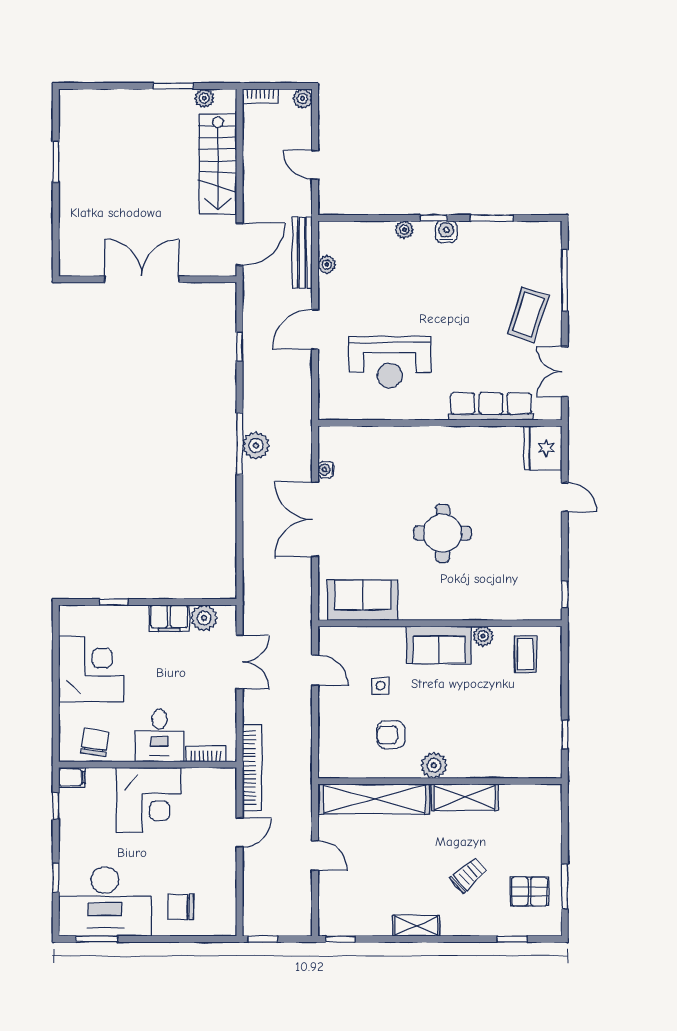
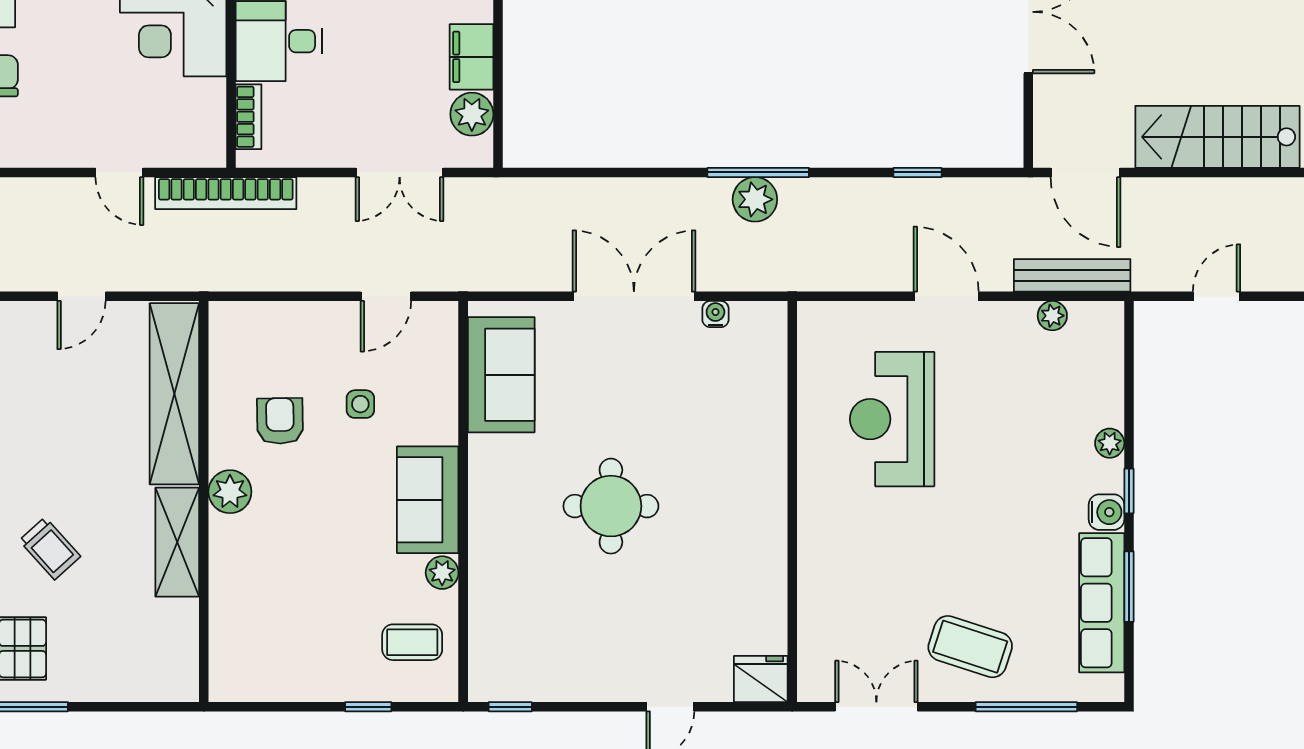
row of seats: (491, 406) -> (1102, 603), moved, turned 180
fridge: (543, 448) -> (761, 679), width x0.73, depth x0.75
window: (565, 735) -> (368, 707), moved

